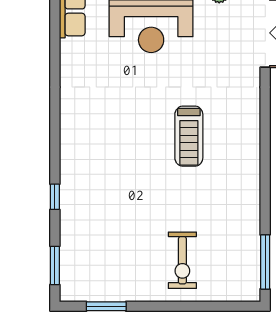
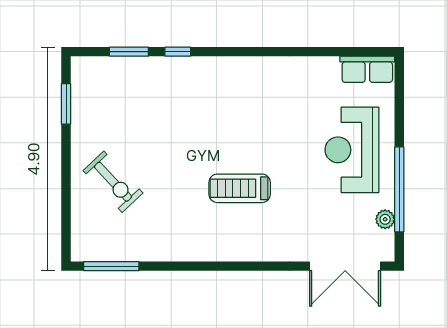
exercise bike: (182, 260) -> (113, 182), turned -133
window: (55, 265) -> (129, 52), moved

